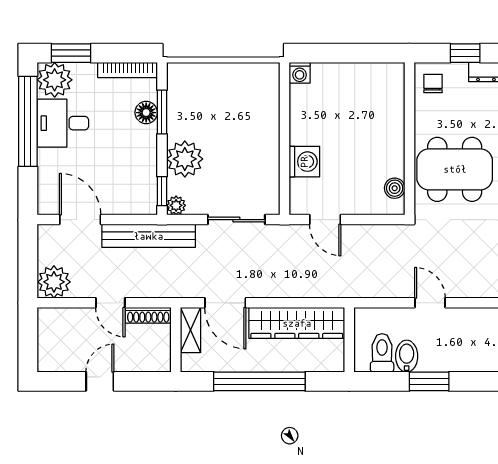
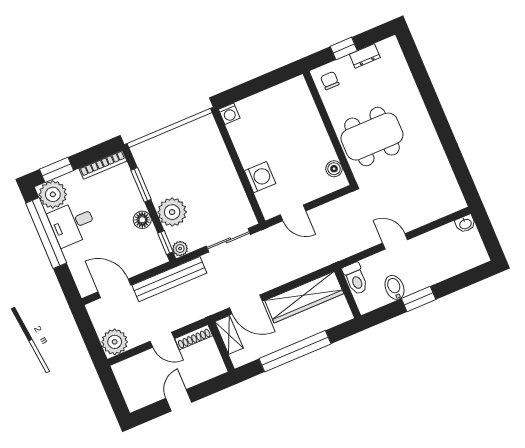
floor lamp: (146, 113) -> (142, 220), moved
toilet: (382, 353) -> (356, 279), moved, turned 180

